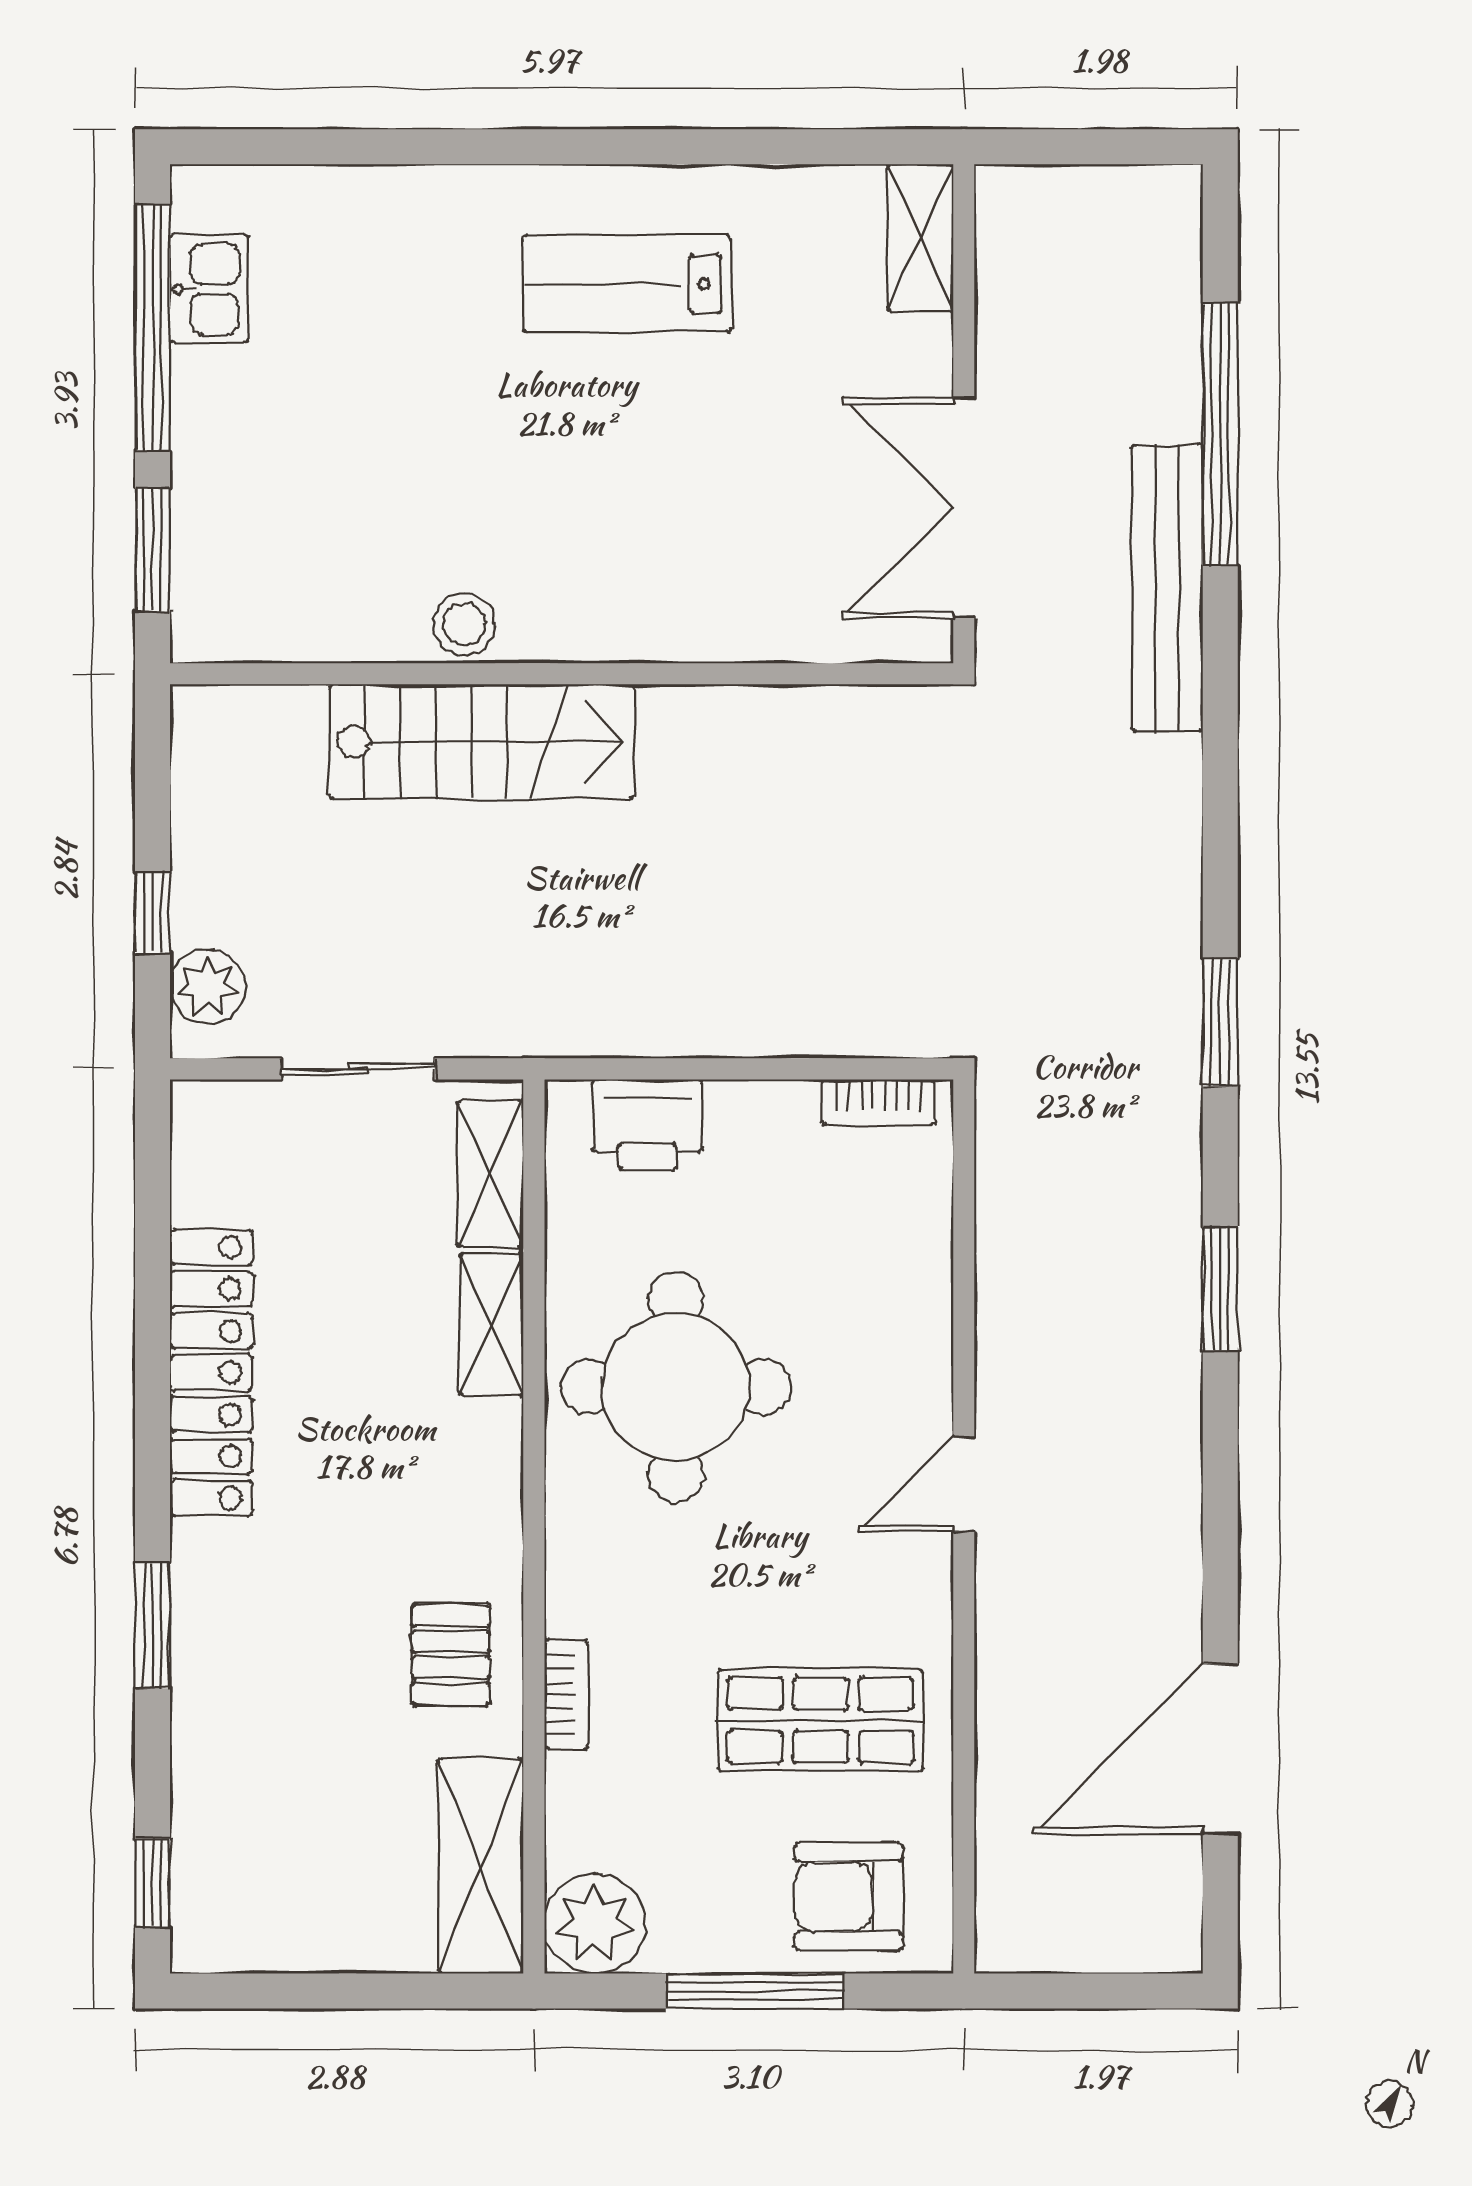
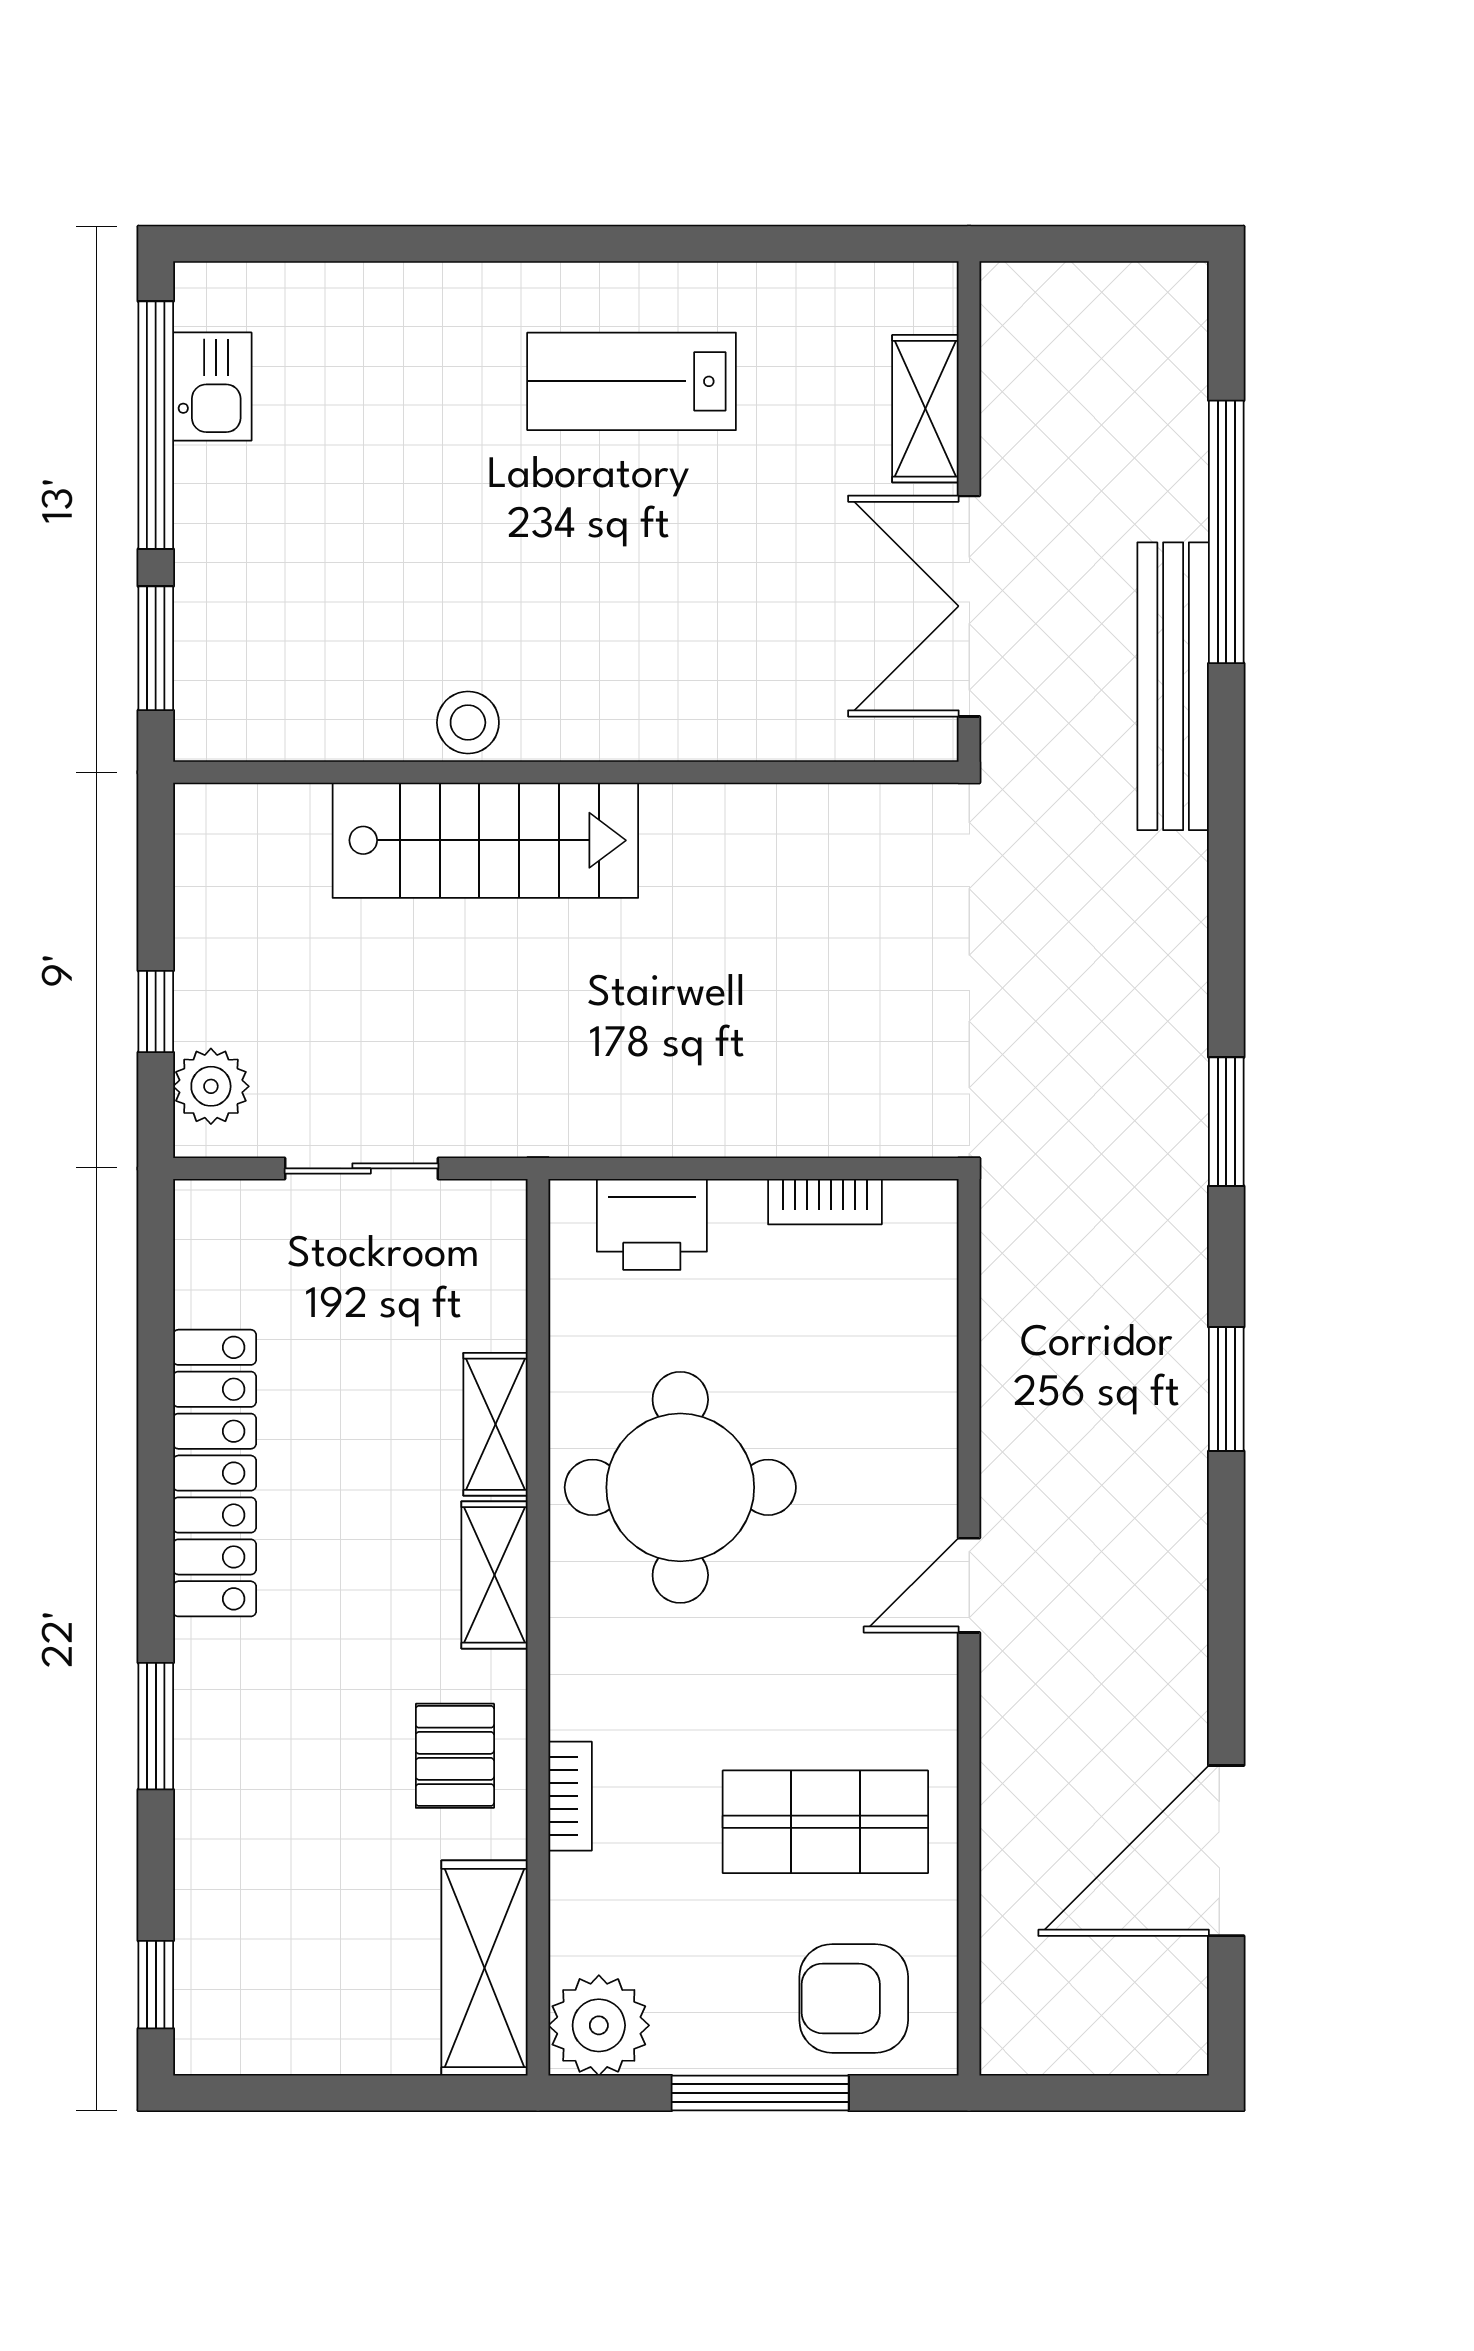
shelving: (920, 238) -> (925, 409), moved
bookcase: (879, 1102) -> (825, 1202), moved
shelving: (490, 1174) -> (494, 1575), moved

